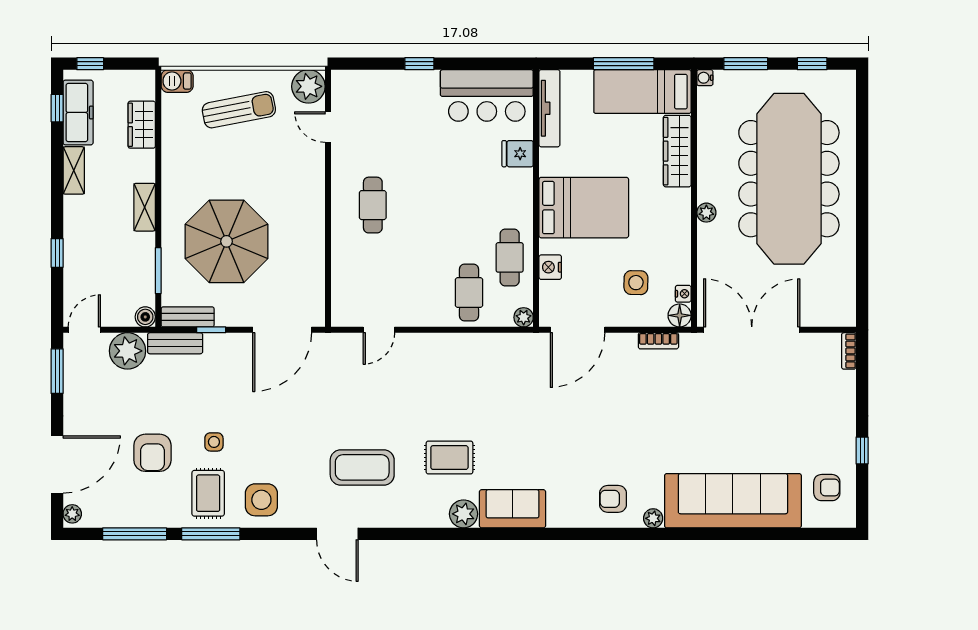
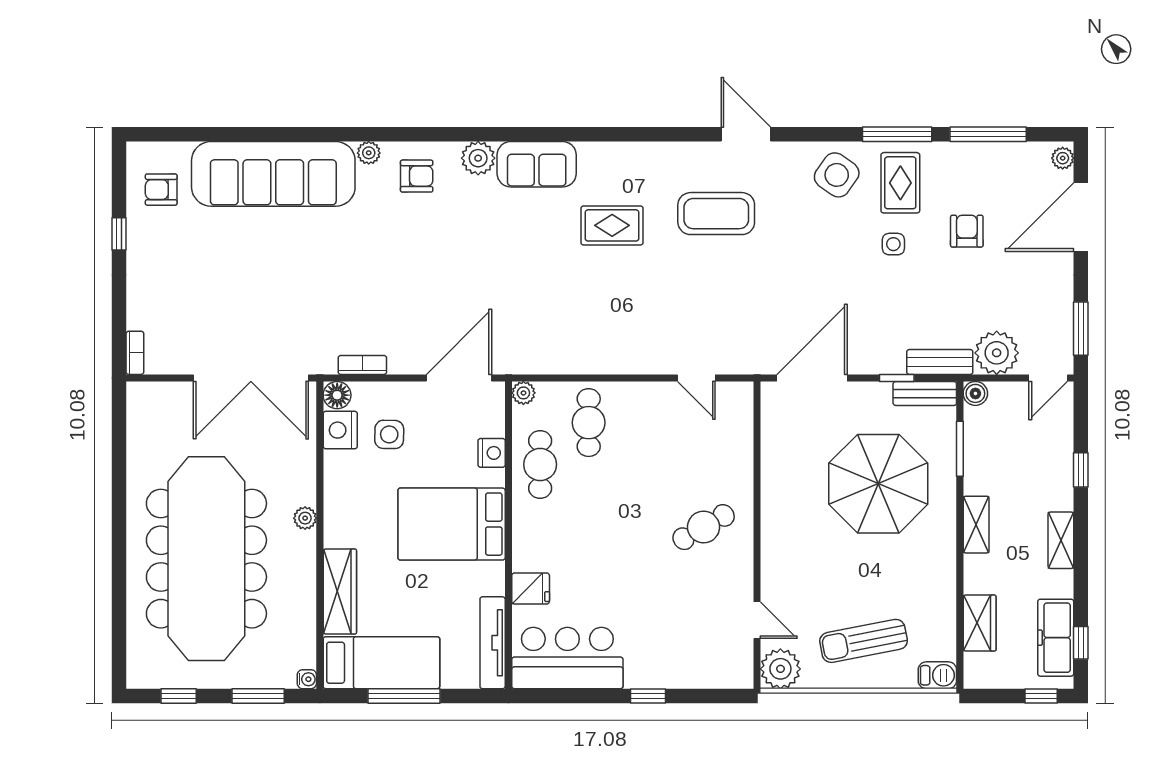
shelving: (74, 170) -> (1061, 540), moved
cafe table: (373, 205) -> (704, 527), turned 60
nightstand: (683, 294) -> (340, 430), width x1.89, depth x1.79
door: (379, 330) -> (696, 378), swing flipped
armchair: (152, 453) -> (967, 231), width x0.72, depth x0.72
side table: (261, 500) -> (837, 175), turned 35
plant: (464, 514) -> (478, 158), moved

